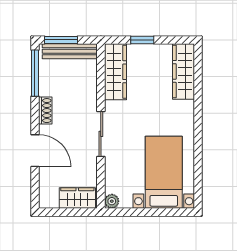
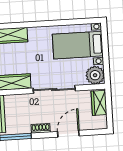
sliding door: (101, 134) -> (54, 89), width x1.37
plant: (112, 201) -> (95, 75), width x1.88, depth x1.88

